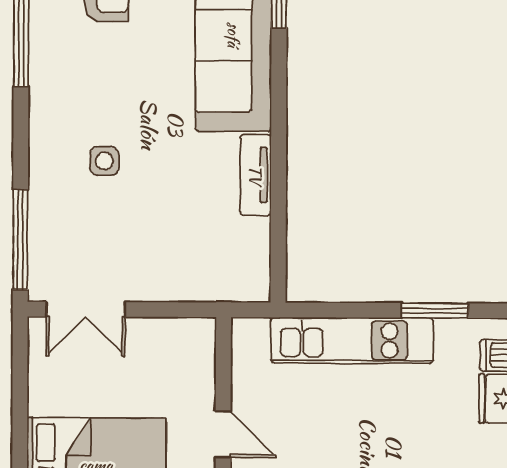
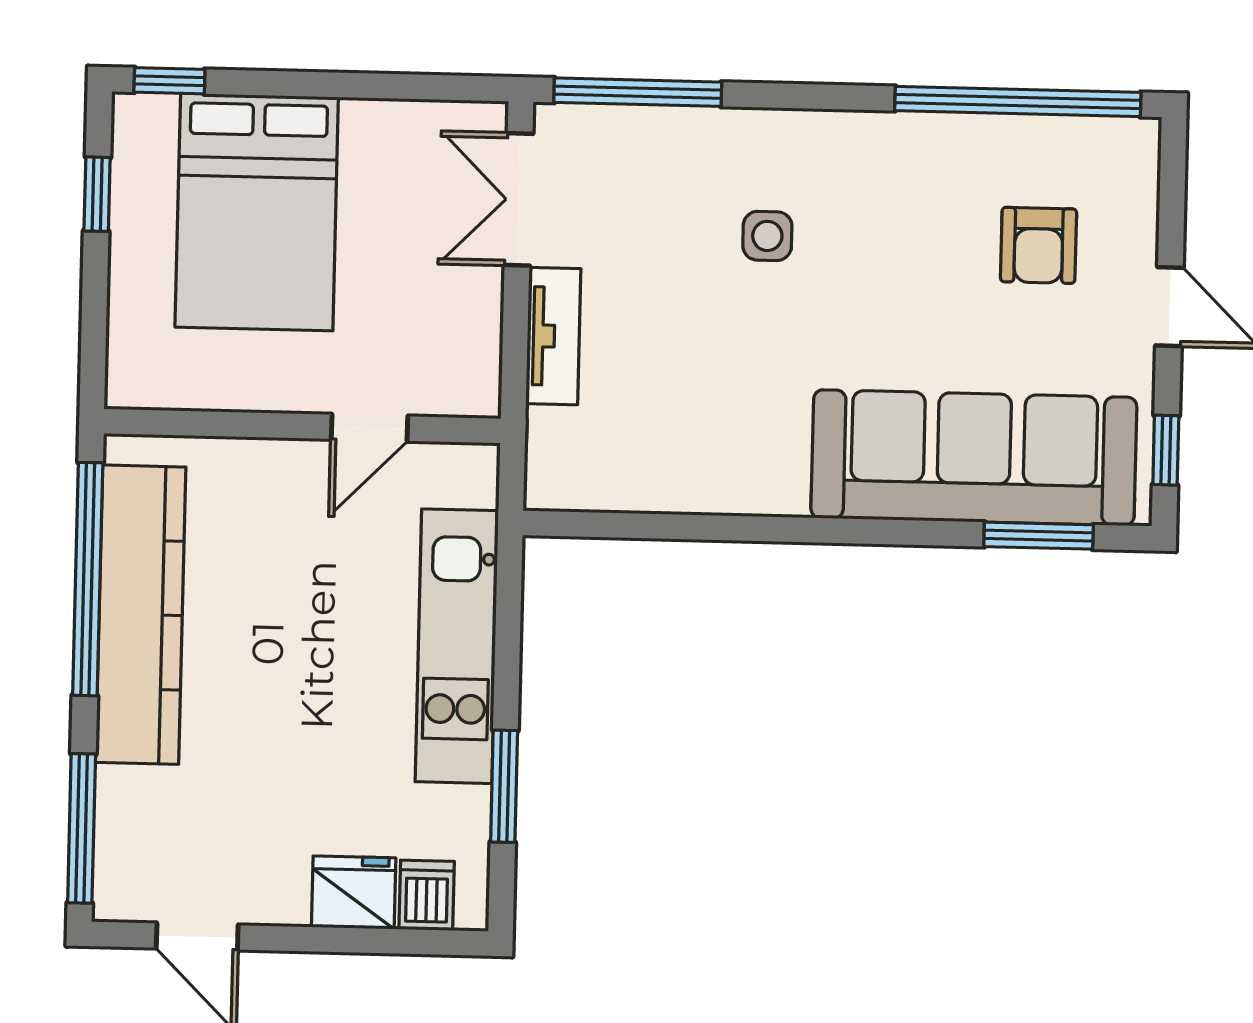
tv unit: (256, 175) -> (553, 336), moved, turned 90
door: (223, 434) -> (369, 428), moved

